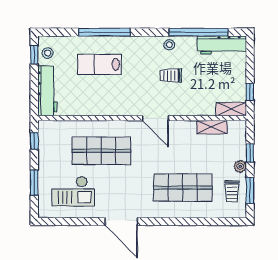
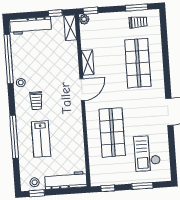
workbench: (222, 45) -> (31, 26), moved, turned 90
trolley: (171, 76) -> (36, 101), moved
shelving: (212, 127) -> (88, 62), moved
window: (250, 153) -> (91, 11), moved
plant: (240, 166) -> (84, 19), moved
checkout: (73, 191) -> (147, 153), turned 180

